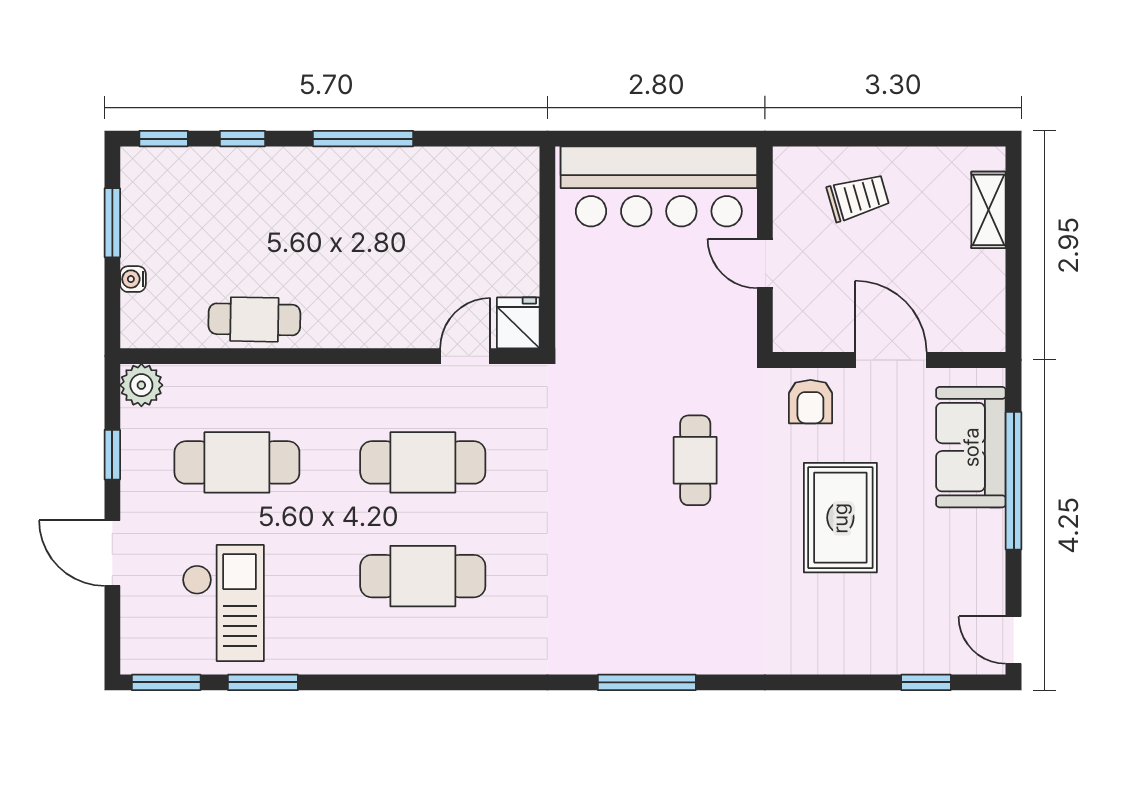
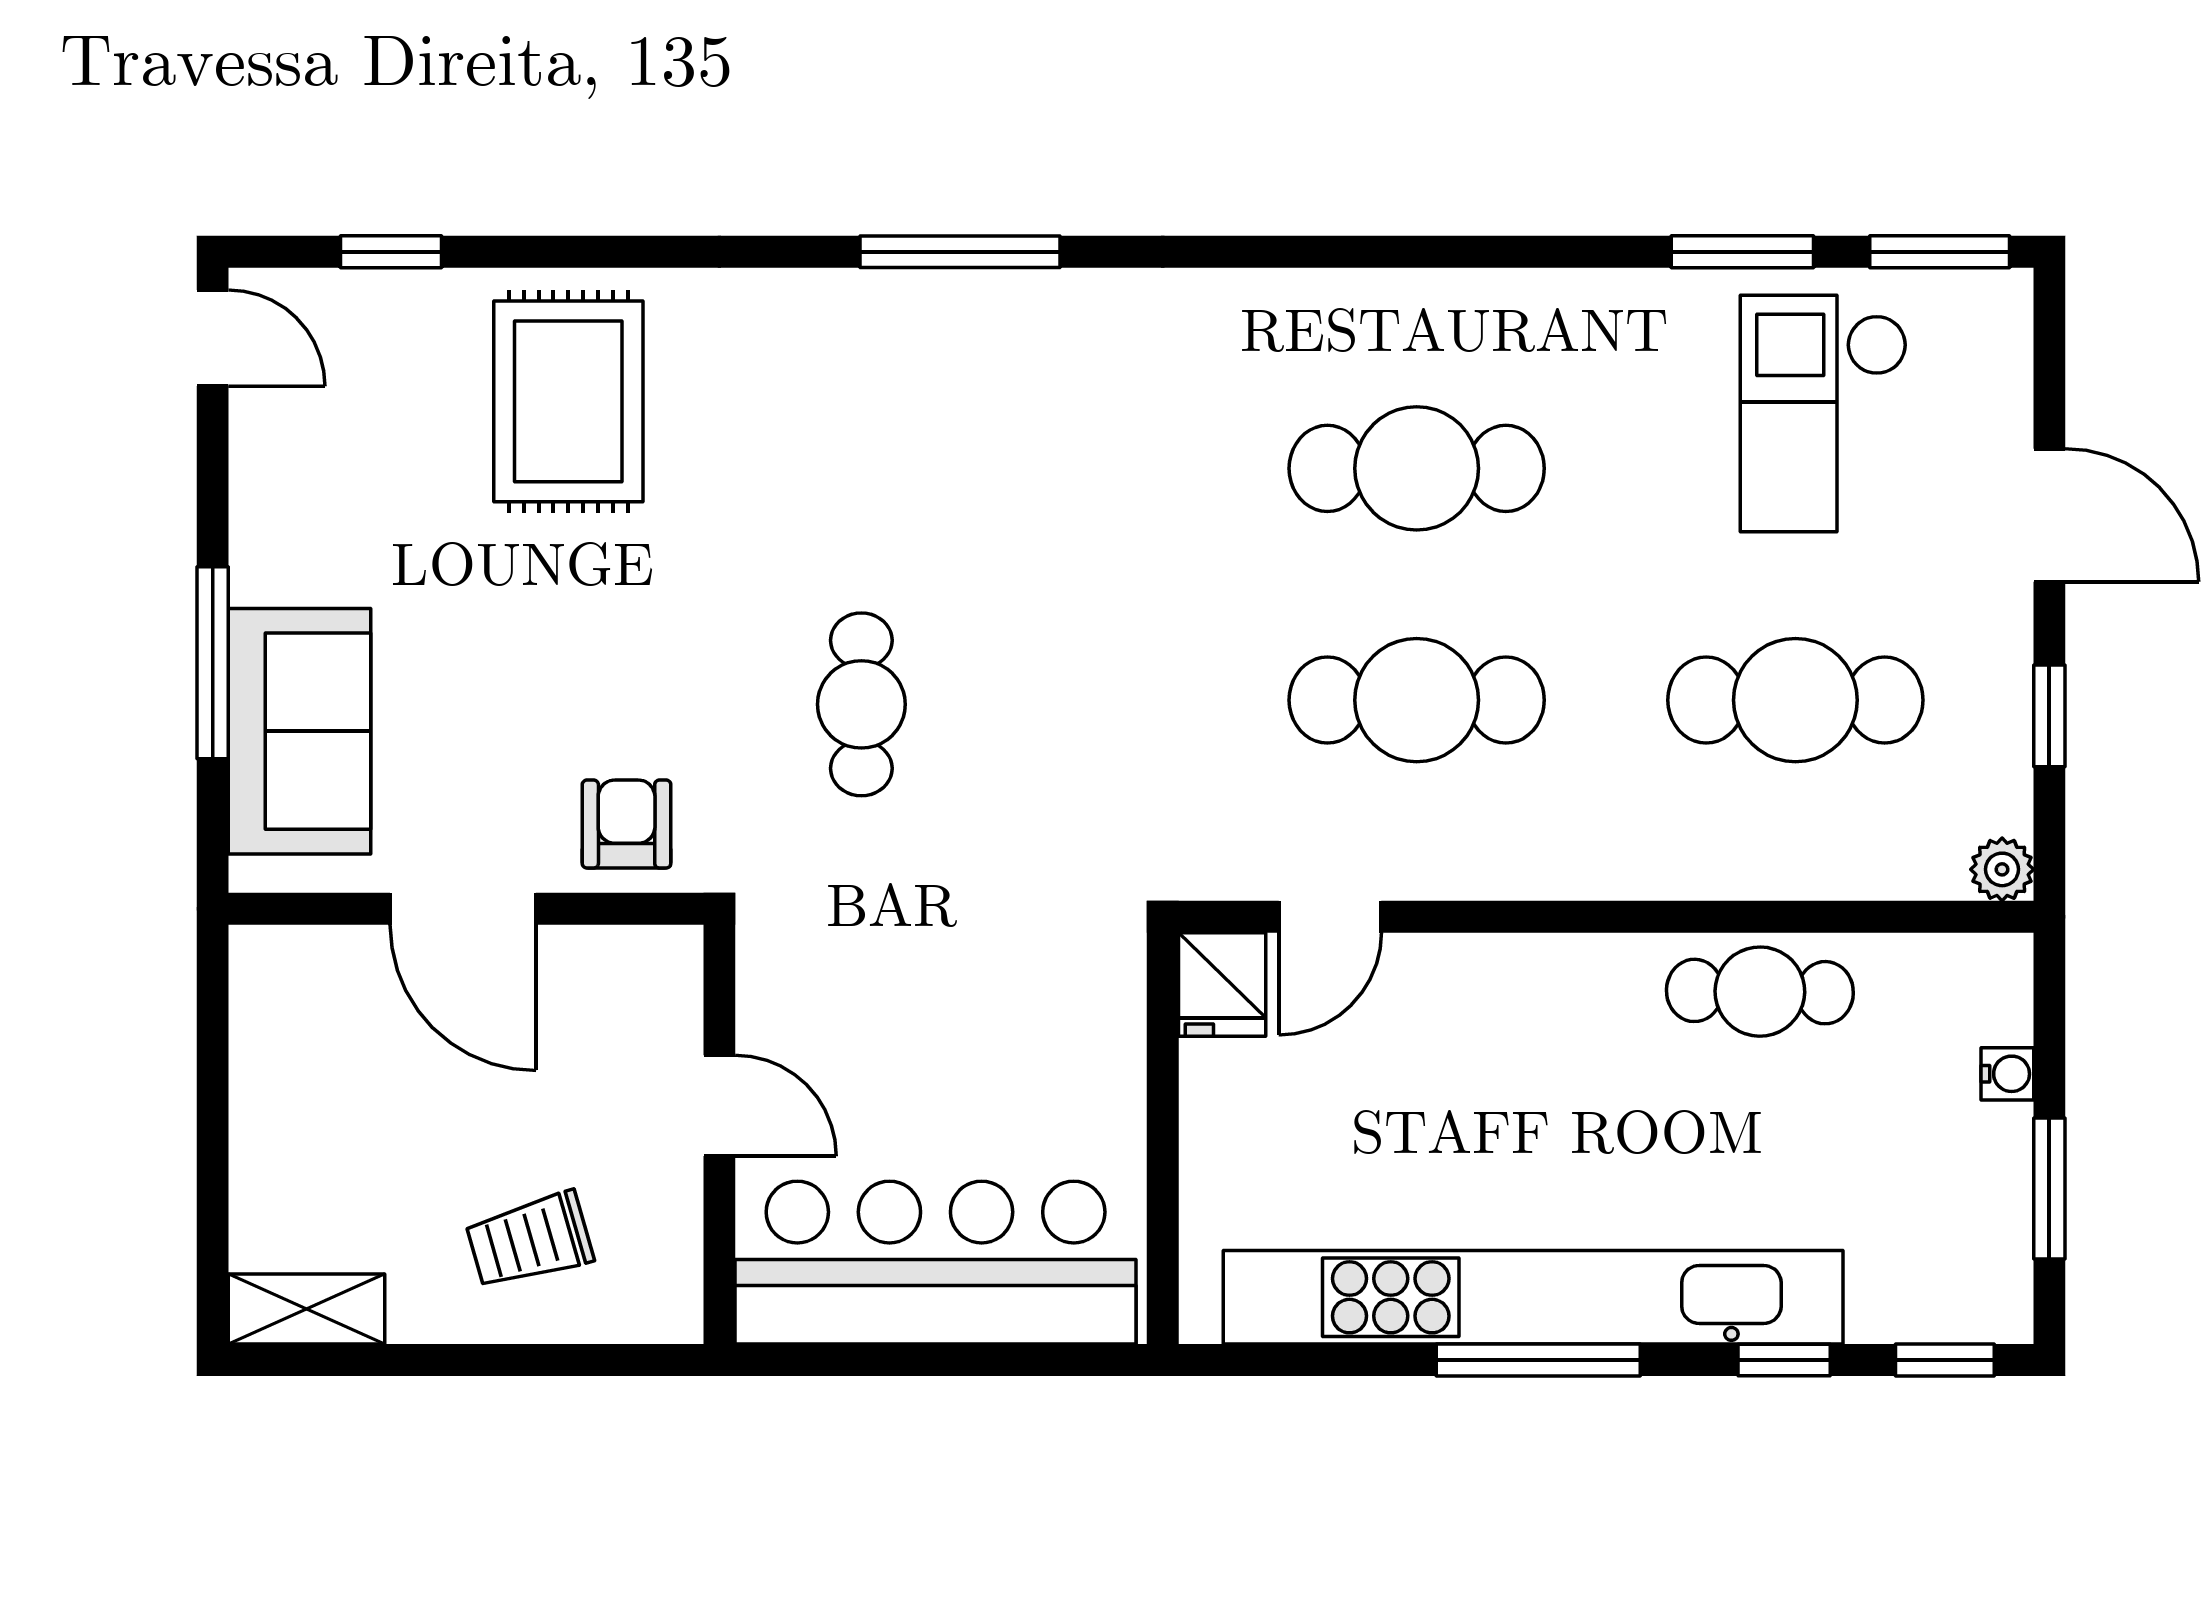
kitchen unit: (366, 169) -> (1533, 1297), added
shelving: (989, 210) -> (307, 1309), moved, turned 90
plant: (141, 385) -> (2002, 869), width x0.73, depth x0.73
window: (1014, 481) -> (213, 663), width x0.68
rug: (840, 518) -> (568, 401), moved

